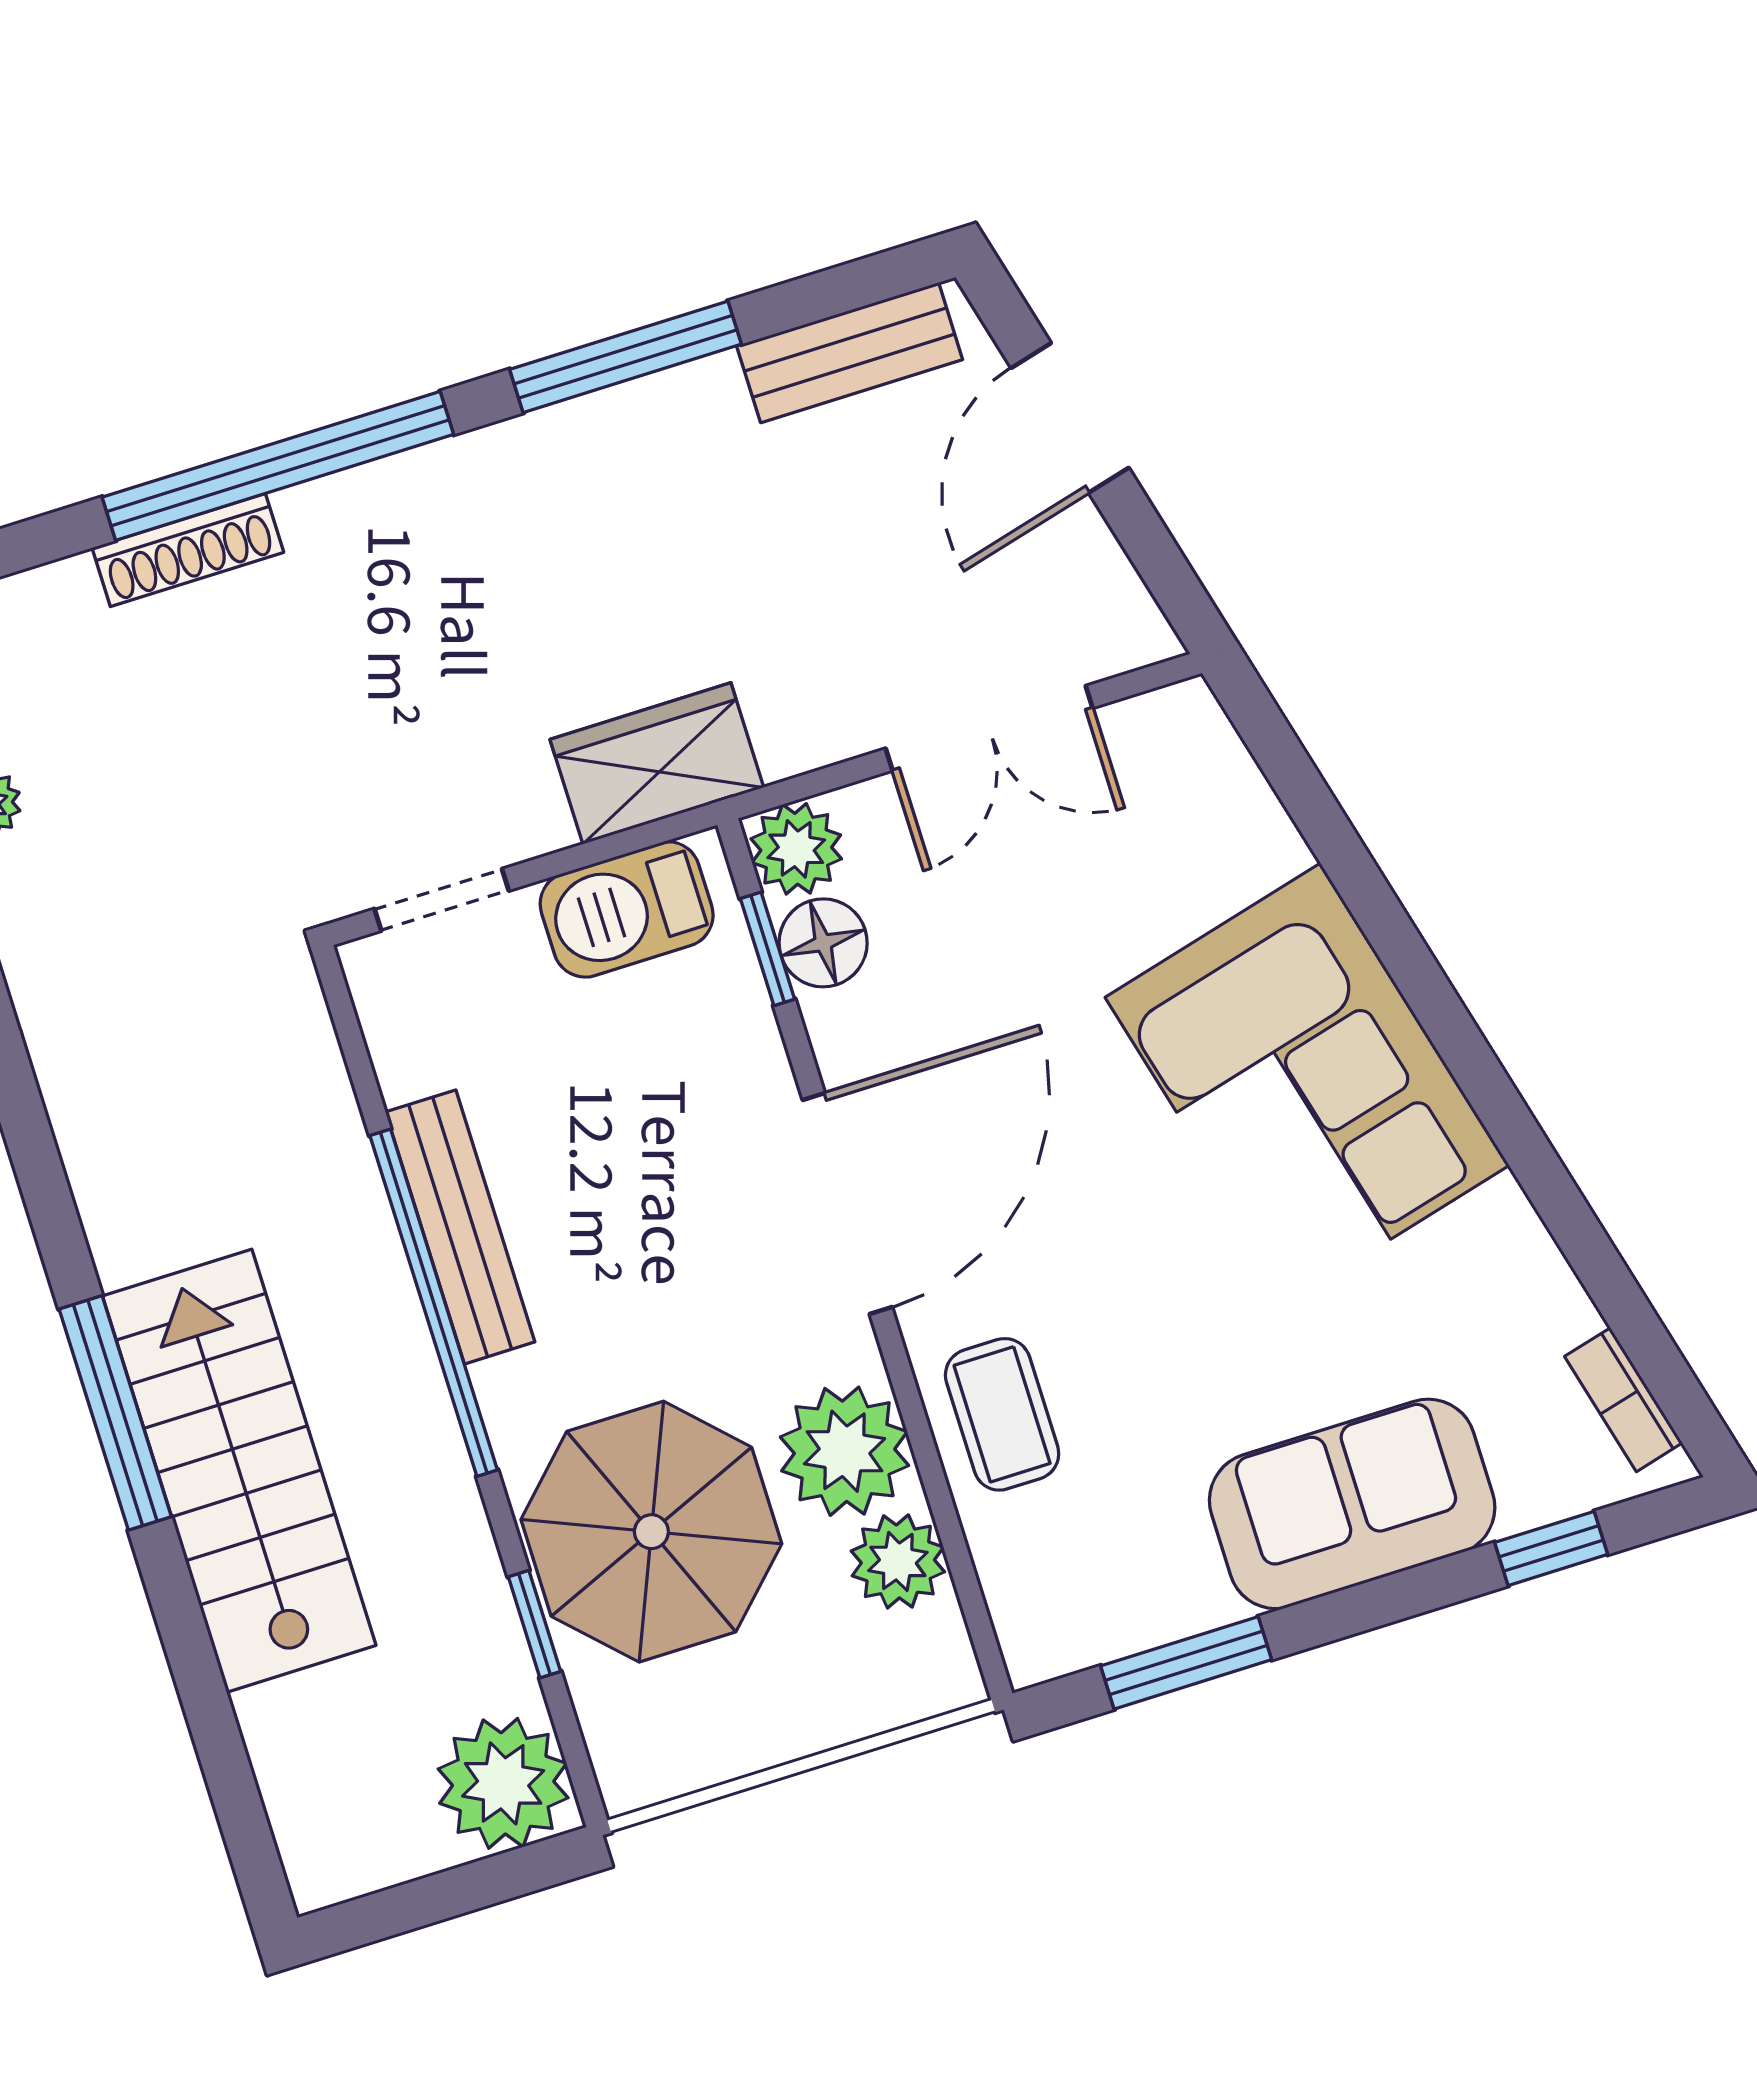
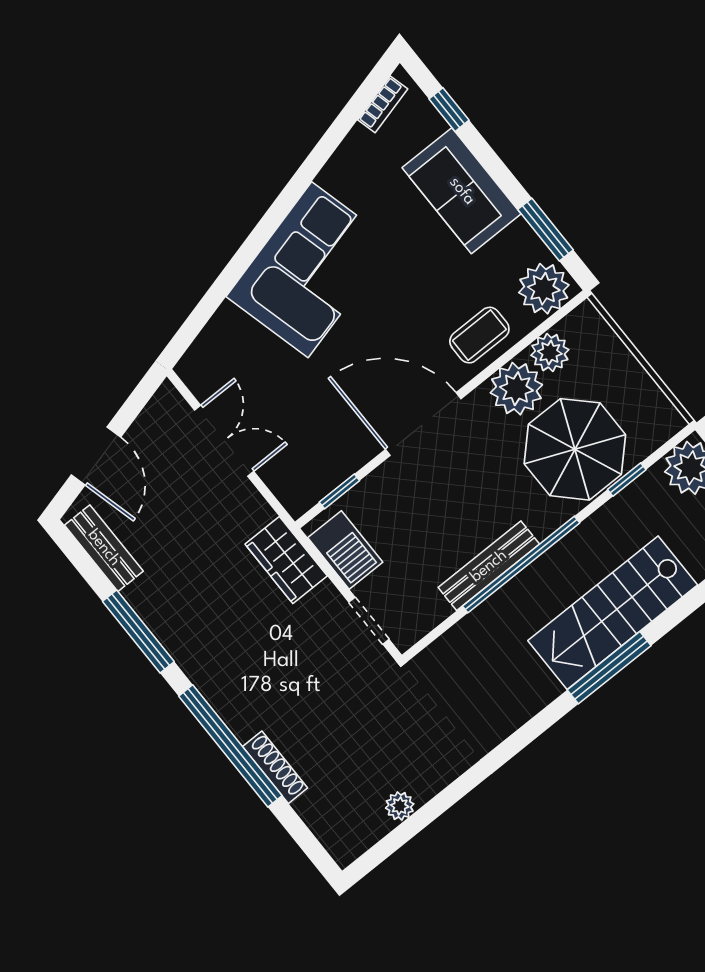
door: (1070, 418) -> (96, 456), hinge flipped
plant: (796, 849) -> (544, 289), moved, width x1.36, depth x1.36
floor lamp: (823, 943) -> (329, 471), removed

